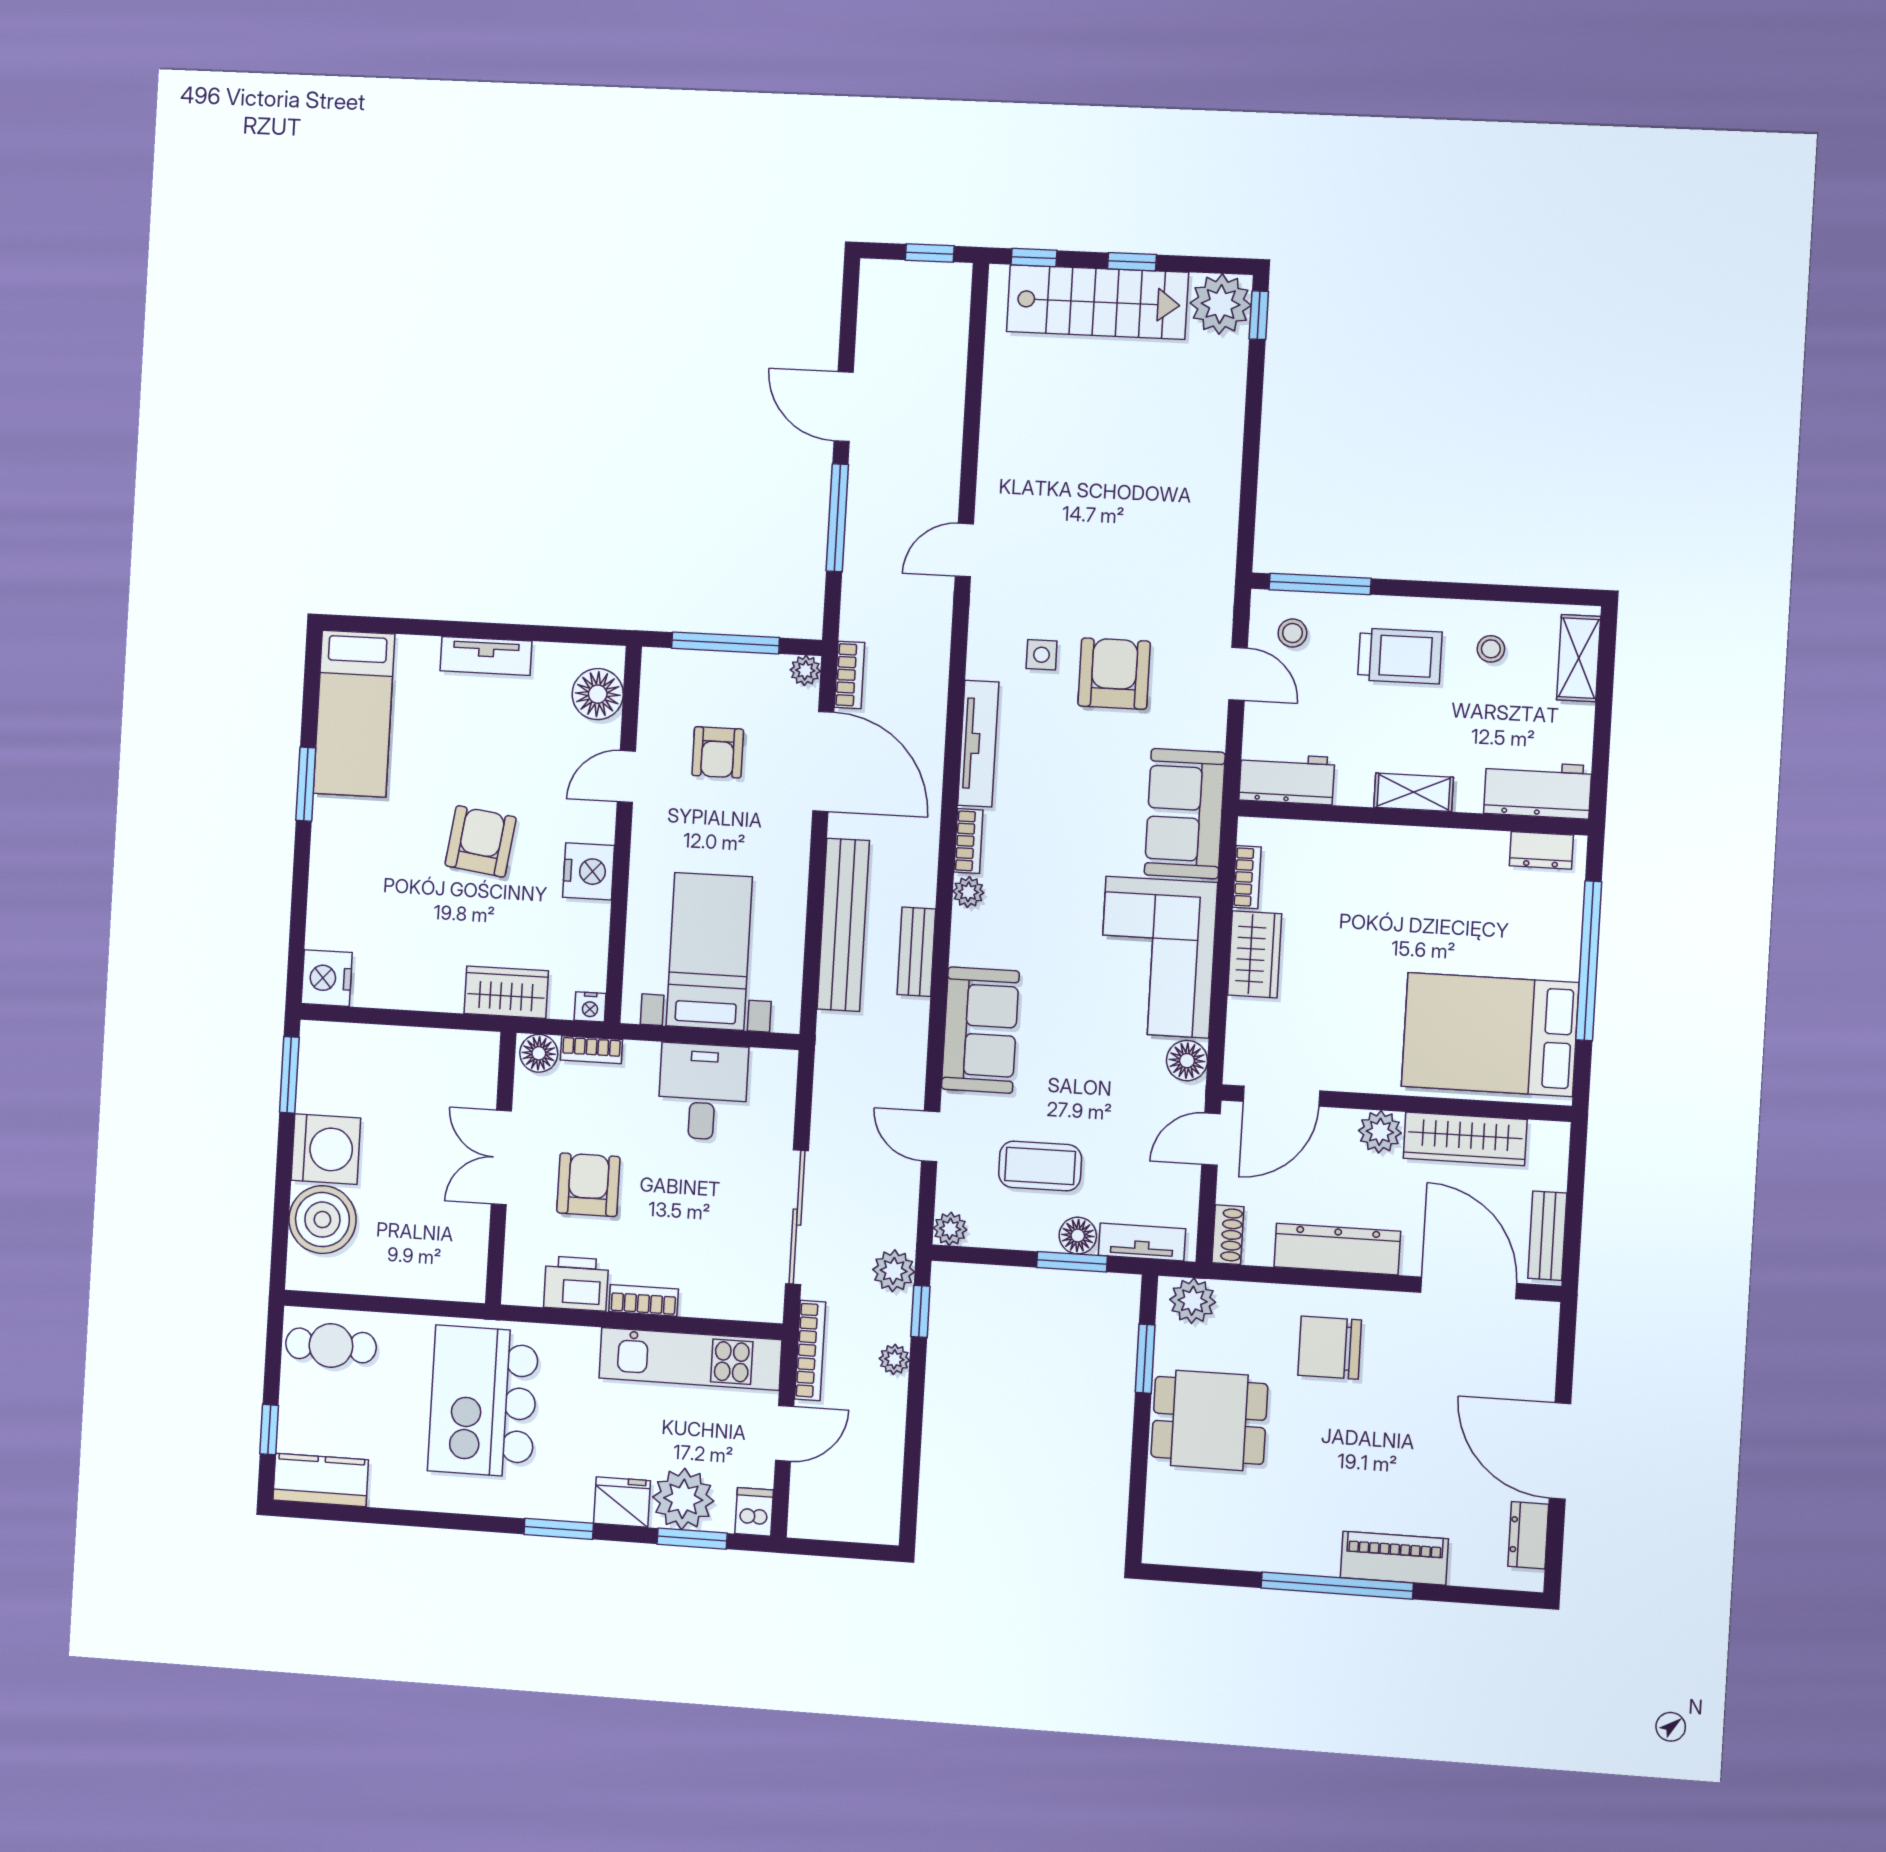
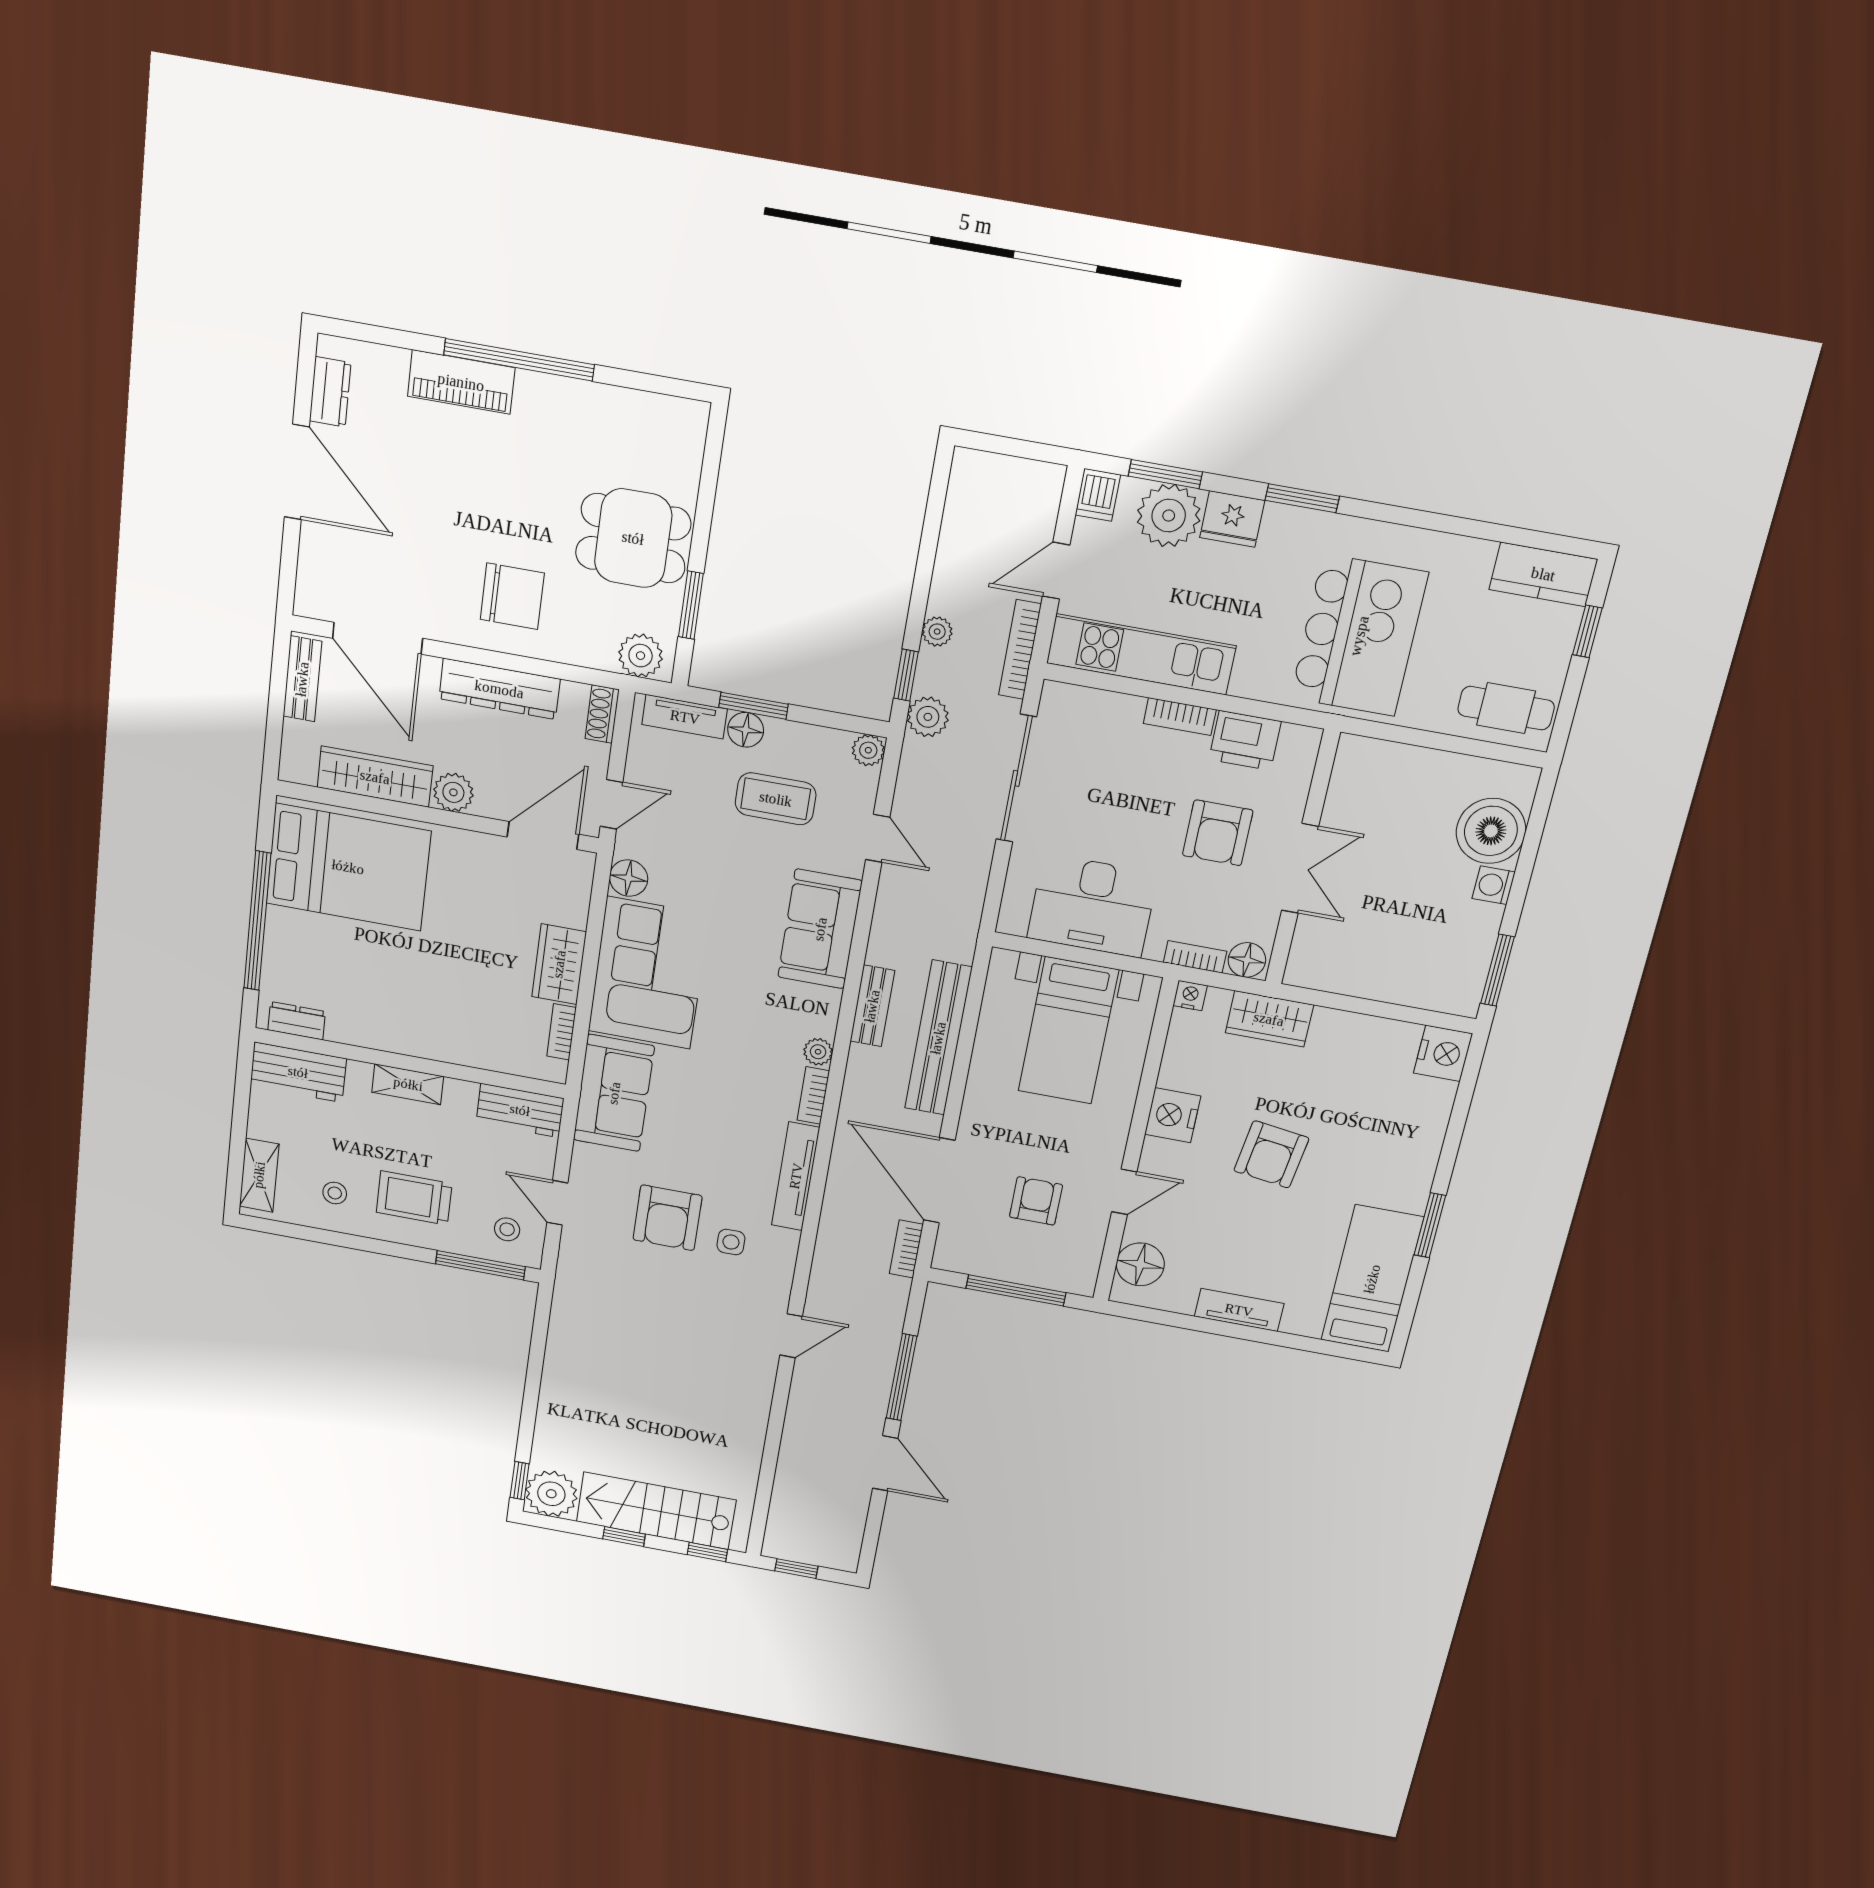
plant: (805, 670) -> (946, 1258), removed
desk: (703, 1092) -> (1092, 906), width x1.37
washing machine: (326, 1149) -> (1494, 885), width x0.53, depth x0.53

